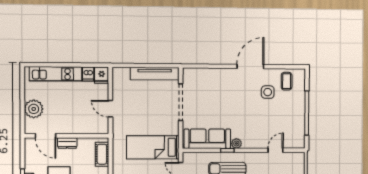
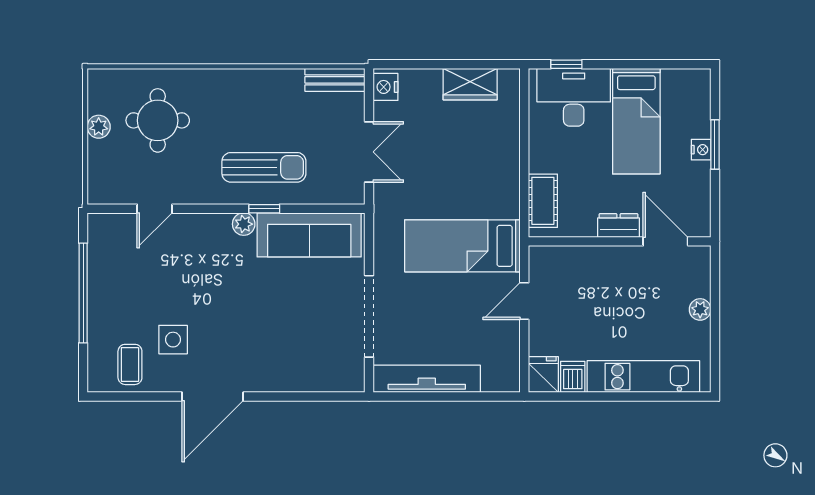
plant: (34, 109) -> (700, 309), width x0.53, depth x0.53
door: (110, 109) -> (524, 301), swing flipped
bed: (153, 147) -> (462, 246), moved, turned 180

